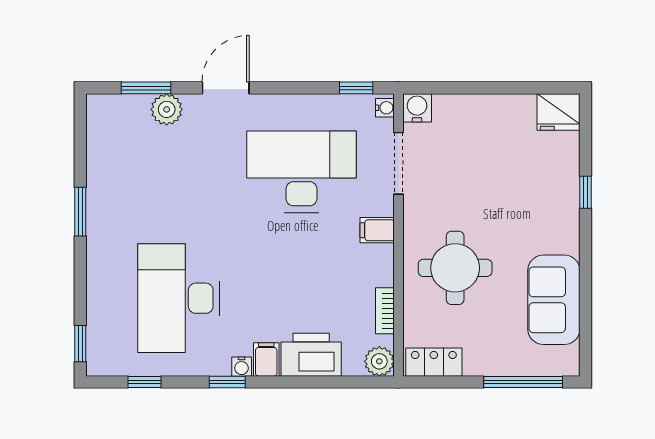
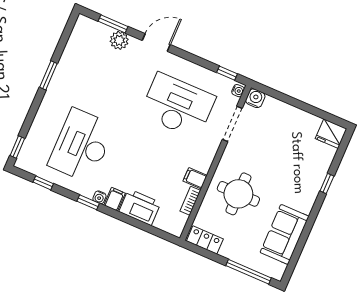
filing cabinet: (377, 230) -> (195, 178), moved
plant: (379, 361) -> (175, 227), removed

